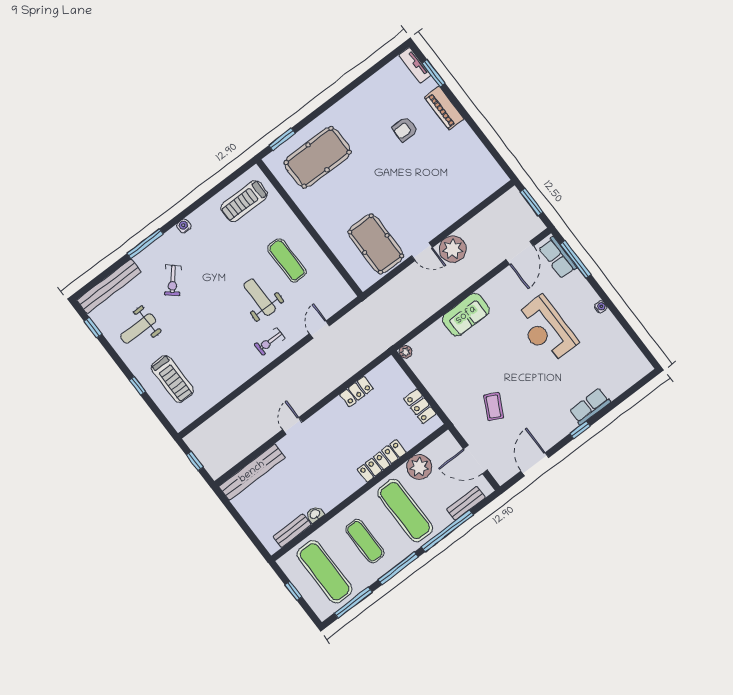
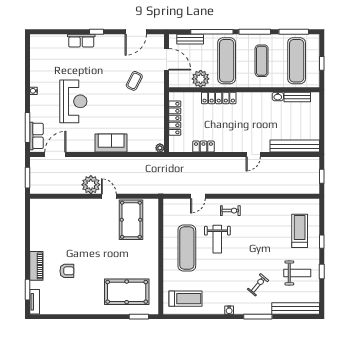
exercise mat: (287, 260) -> (187, 248), width x1.36, depth x1.45
window: (93, 328) -> (322, 271), moved
locker: (420, 406) -> (175, 118), width x1.53

